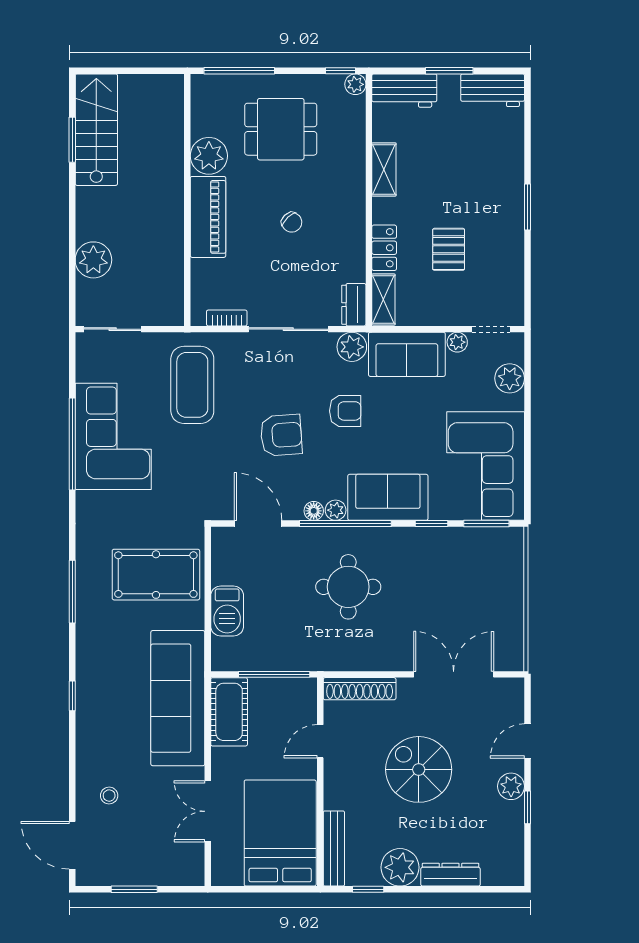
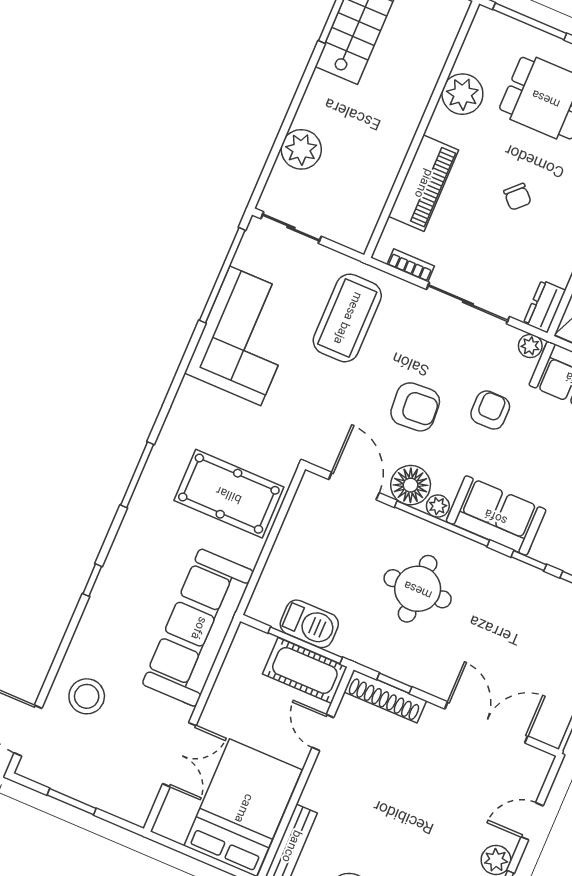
piano: (208, 217) -> (423, 183), moved
plant: (352, 347) -> (530, 346), width x0.73, depth x0.73
armchair: (345, 411) -> (490, 410), turned -90
window: (72, 444) -> (222, 275), moved
floor lamp: (314, 511) -> (411, 485), width x1.89, depth x1.89
barbecue: (227, 611) -> (309, 624), moved, turned -90
window: (363, 674) -> (394, 683), added
cot: (229, 712) -> (305, 670), moved, turned 90
door: (320, 741) -> (323, 732), hinge flipped
spiral stairs: (419, 769) -> (410, 803), removed
stool: (109, 796) -> (87, 696), width x1.89, depth x1.89
double door: (208, 811) -> (179, 755), swing flipped

